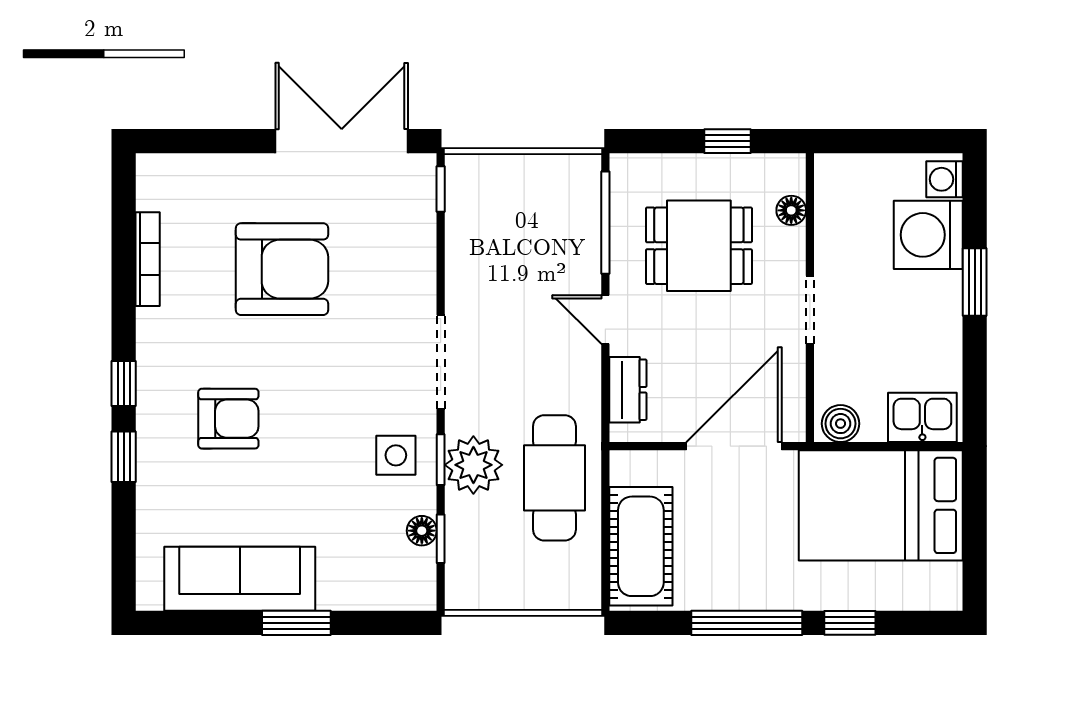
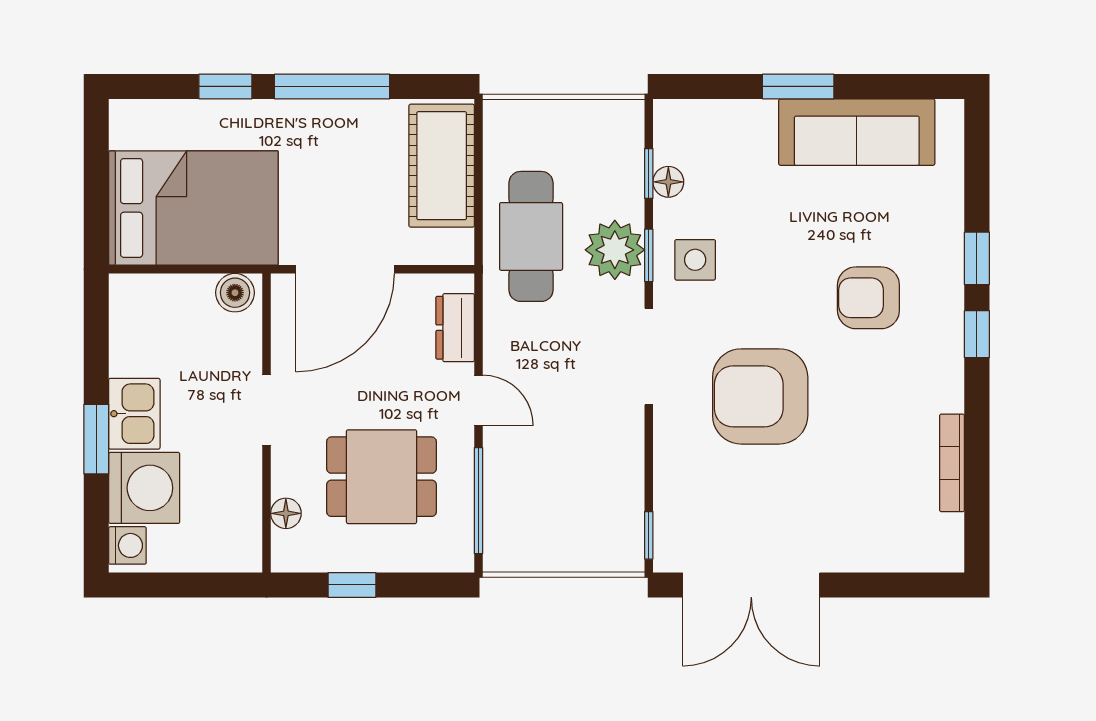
armchair: (282, 269) -> (760, 396), moved
kitchen sink: (922, 417) -> (134, 414), moved, turned -90

